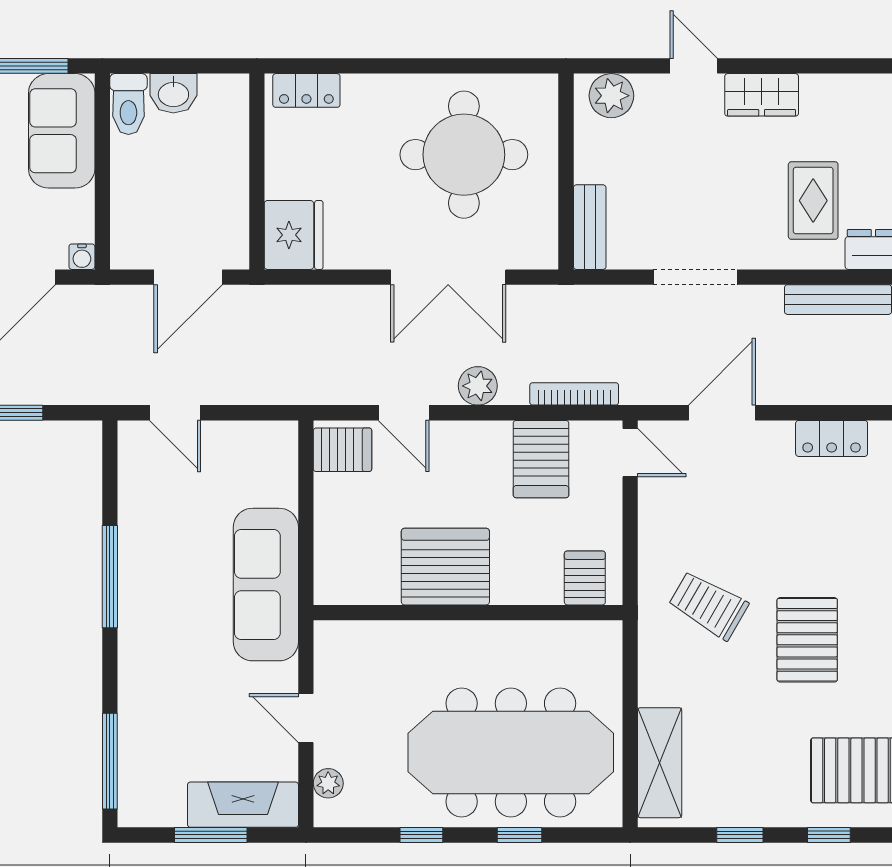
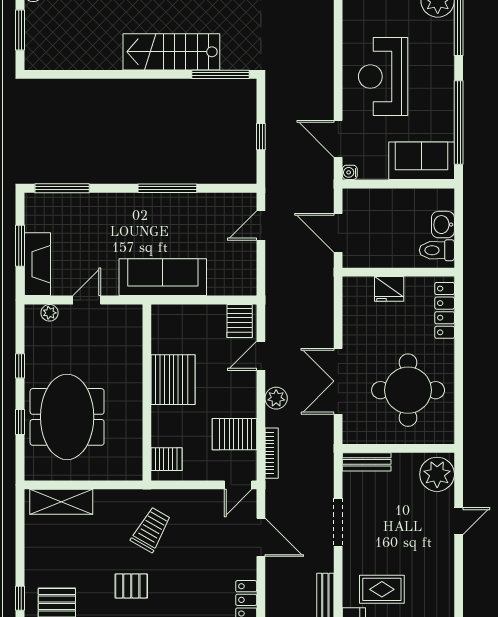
locker: (306, 90) -> (445, 310), width x1.53
wardrobe: (762, 95) -> (442, 560), removed
plant: (611, 96) -> (437, 474), width x1.36, depth x1.36
toilet: (128, 104) -> (437, 250), moved
fridge: (294, 235) -> (389, 289), moved, width x0.73, depth x0.75
pallet: (807, 640) -> (131, 586), width x0.67, depth x0.71
meeting table: (511, 753) -> (67, 417), width x0.73
window: (740, 835) -> (20, 547), removed

